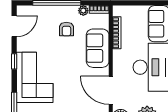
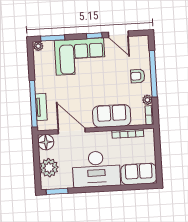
door: (14, 26) -> (118, 34), moved
armchair: (66, 29) -> (138, 76), moved
door: (111, 90) -> (72, 131), hinge flipped

